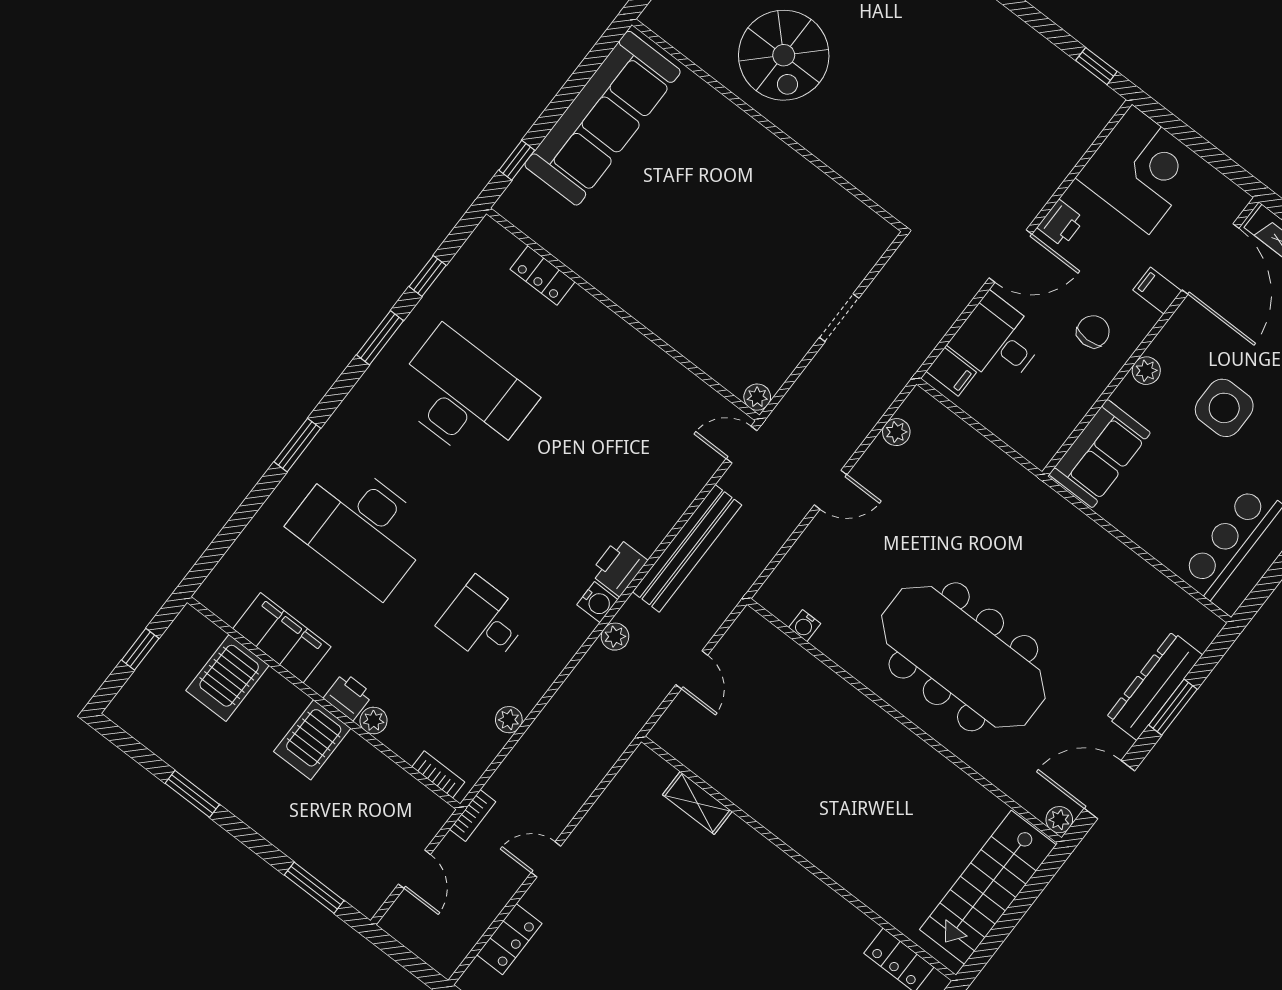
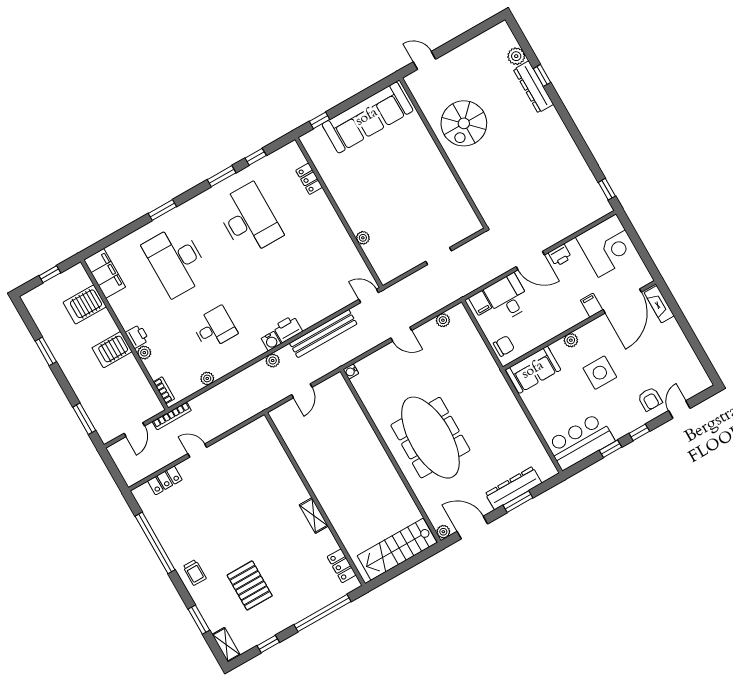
chair: (1093, 332) -> (504, 346), moved
plant: (757, 397) -> (363, 238), moved
desk: (483, 621) -> (215, 328), turned 90
water cooler: (805, 626) -> (351, 371), moved
filing cabinet: (282, 638) -> (105, 273), moved
shelving: (697, 803) -> (314, 516), moved
bookcase: (473, 816) -> (172, 416), width x1.56

